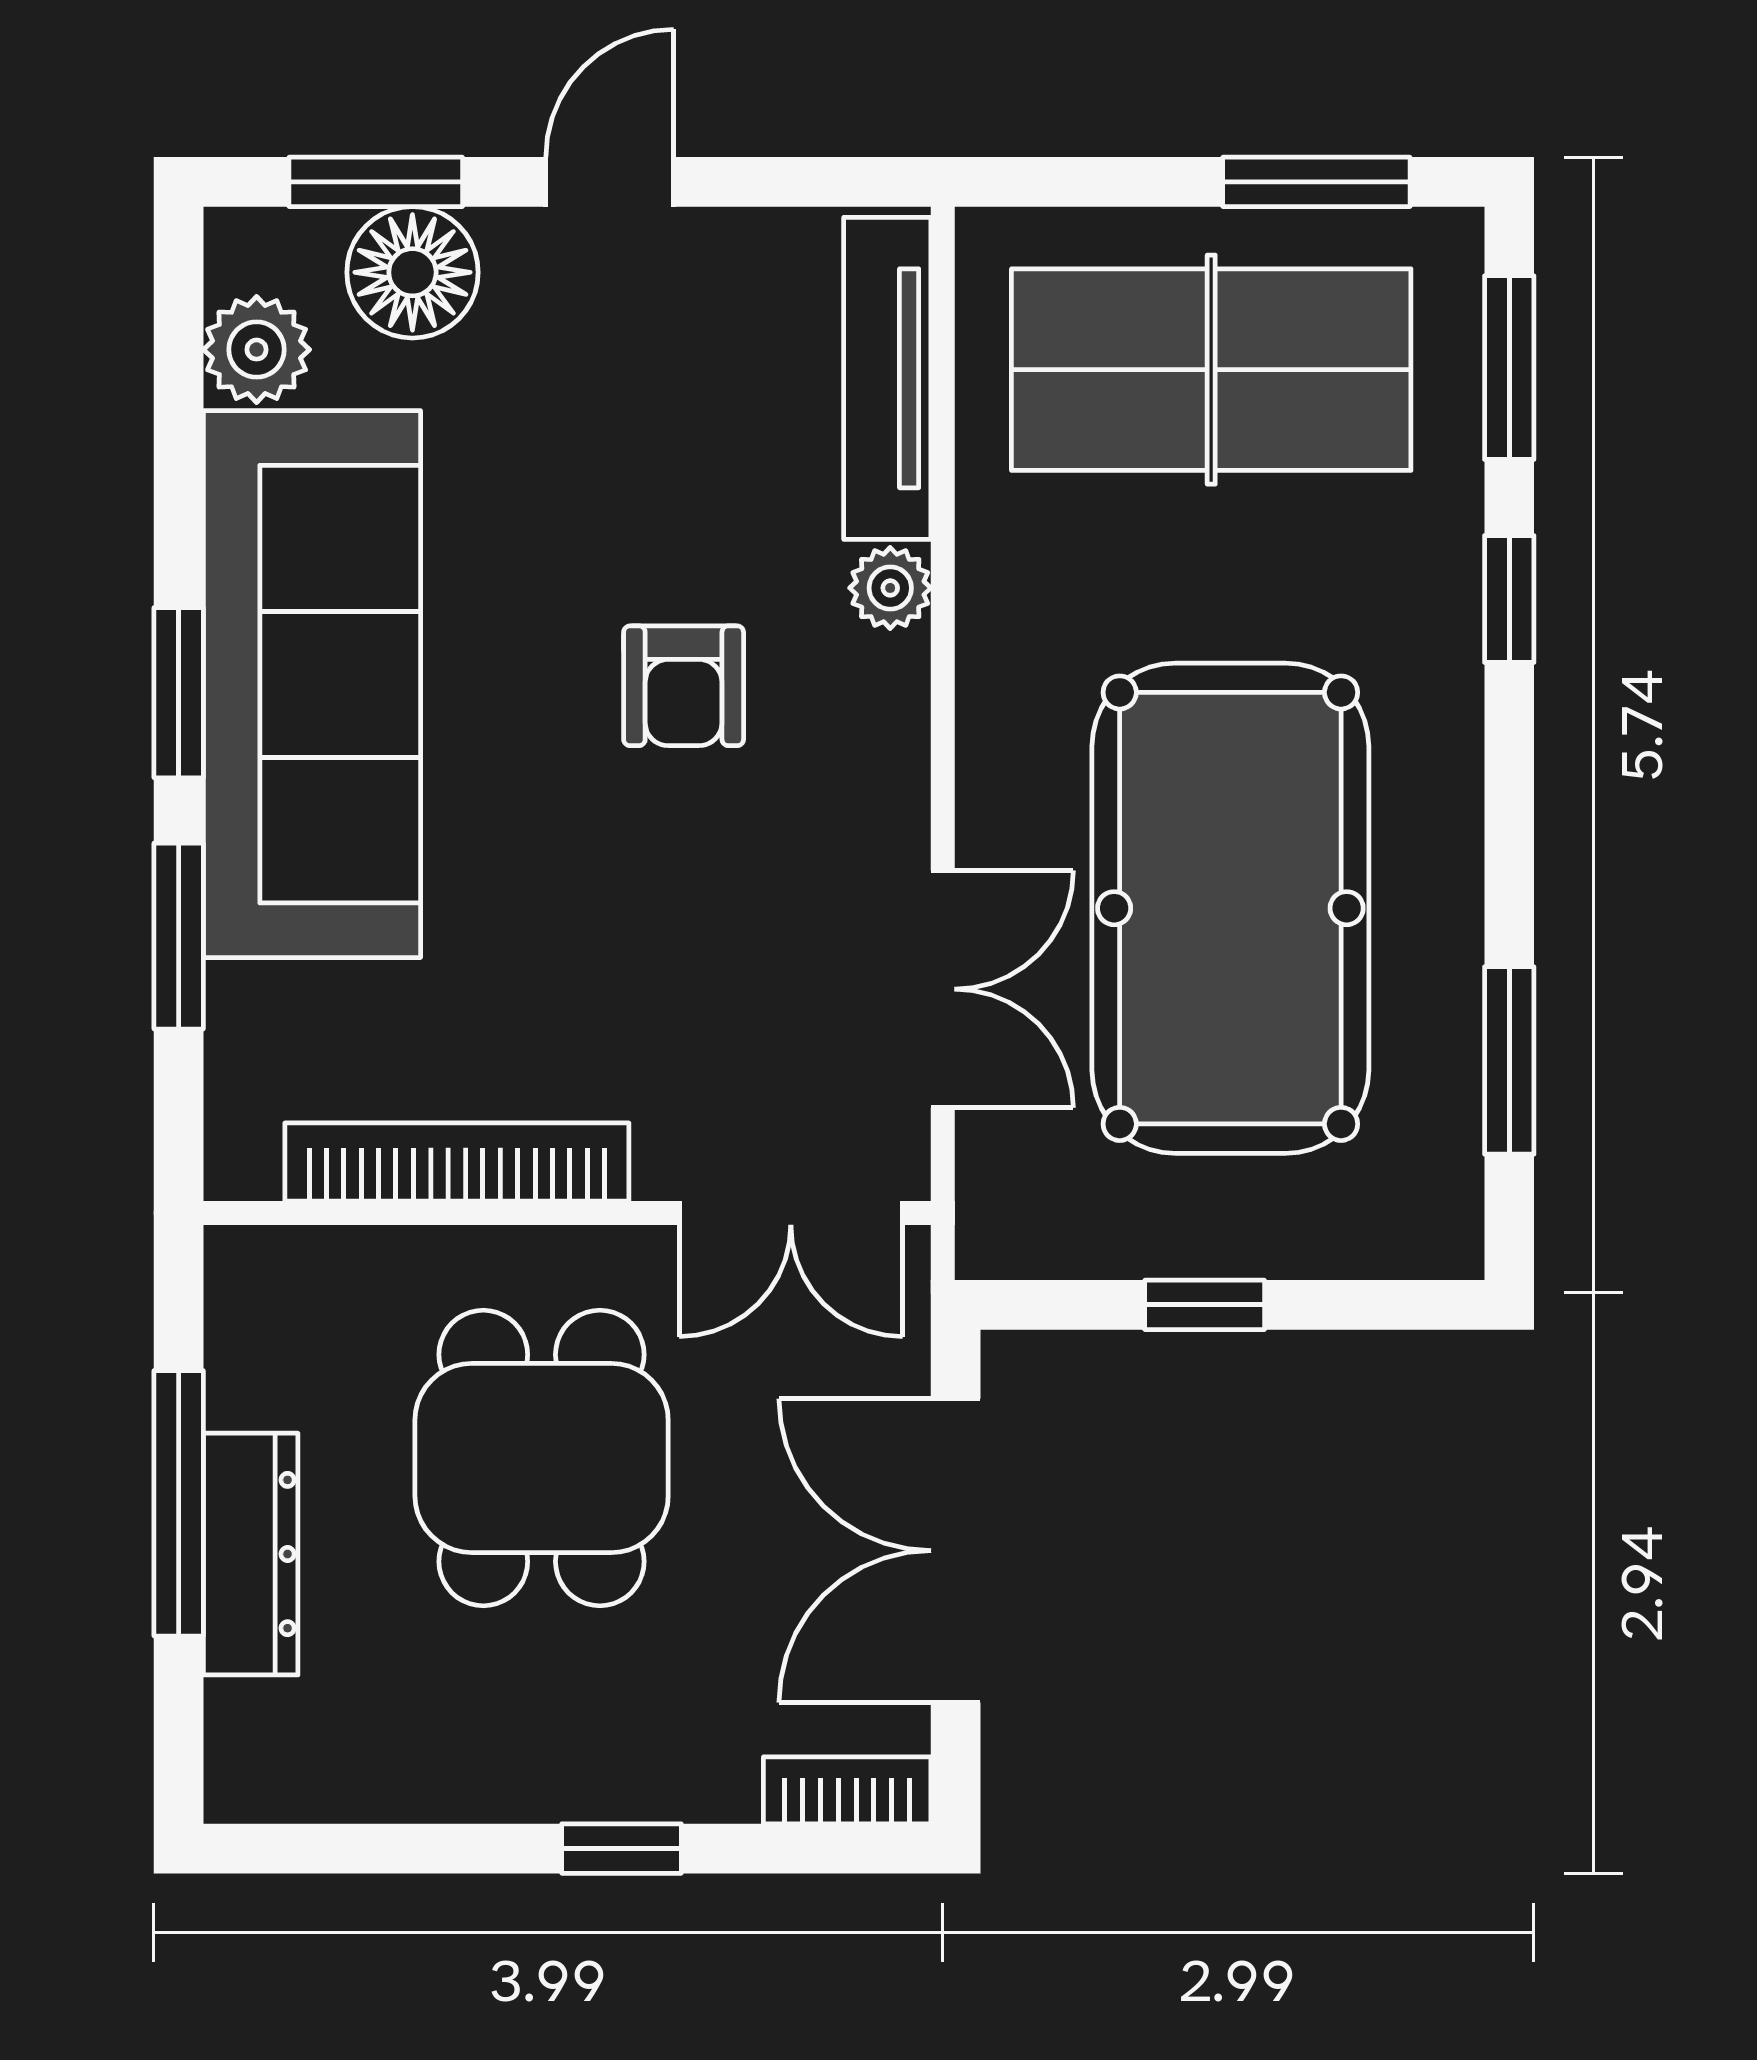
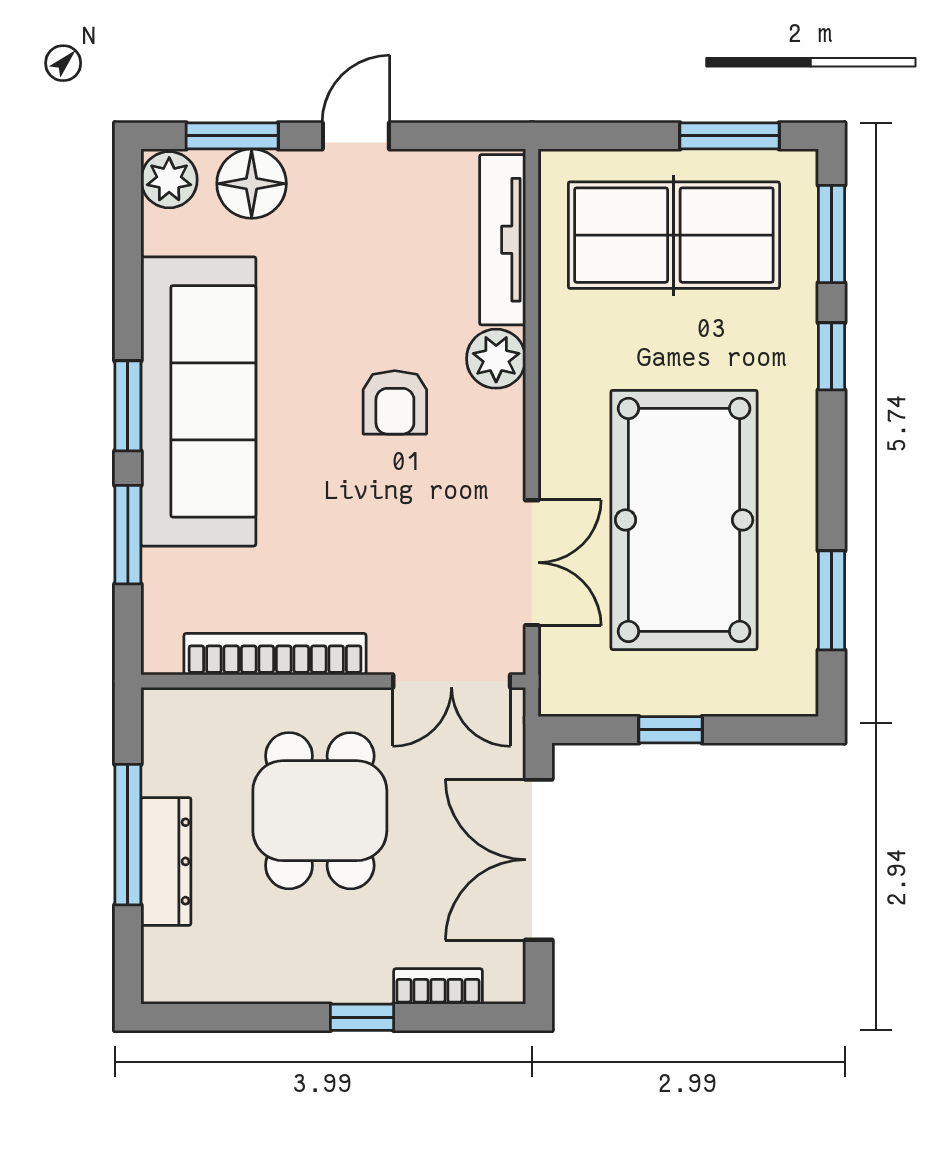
plant: (257, 350) -> (169, 180), moved
plant: (890, 588) -> (496, 359), width x1.38, depth x1.38
bookcase: (847, 1790) -> (438, 986), moved

